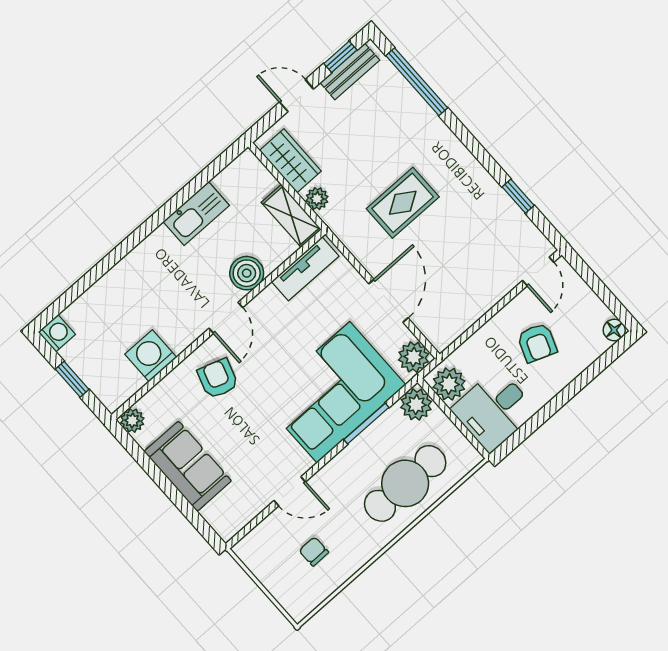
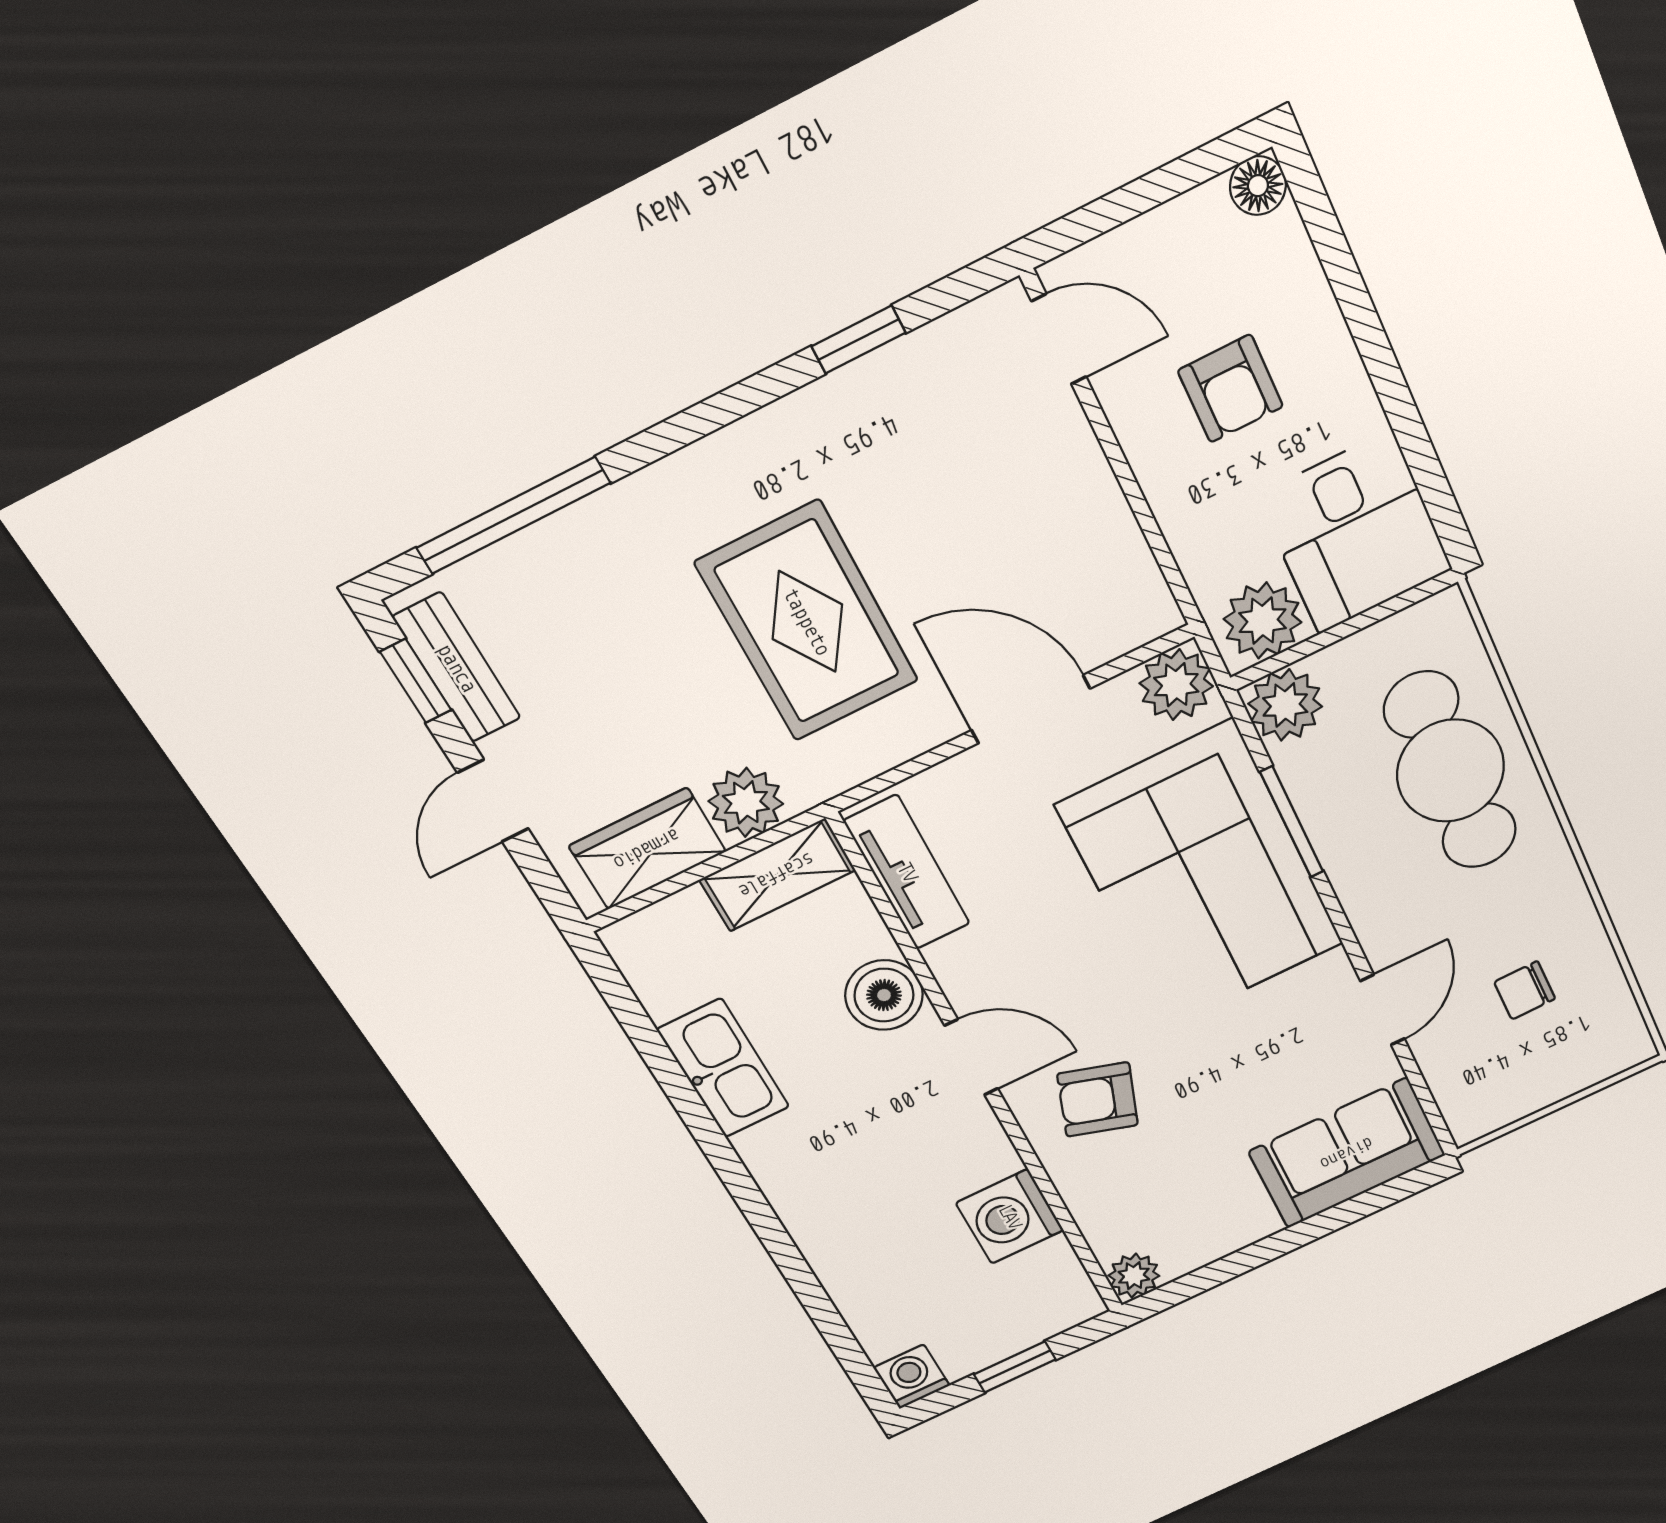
plant: (317, 199) -> (746, 802), width x1.38, depth x1.38
rug: (403, 203) -> (807, 622), width x1.36, depth x1.43
armchair: (537, 343) -> (1230, 389), turned 69
sofa: (188, 466) -> (1347, 1153), moved

